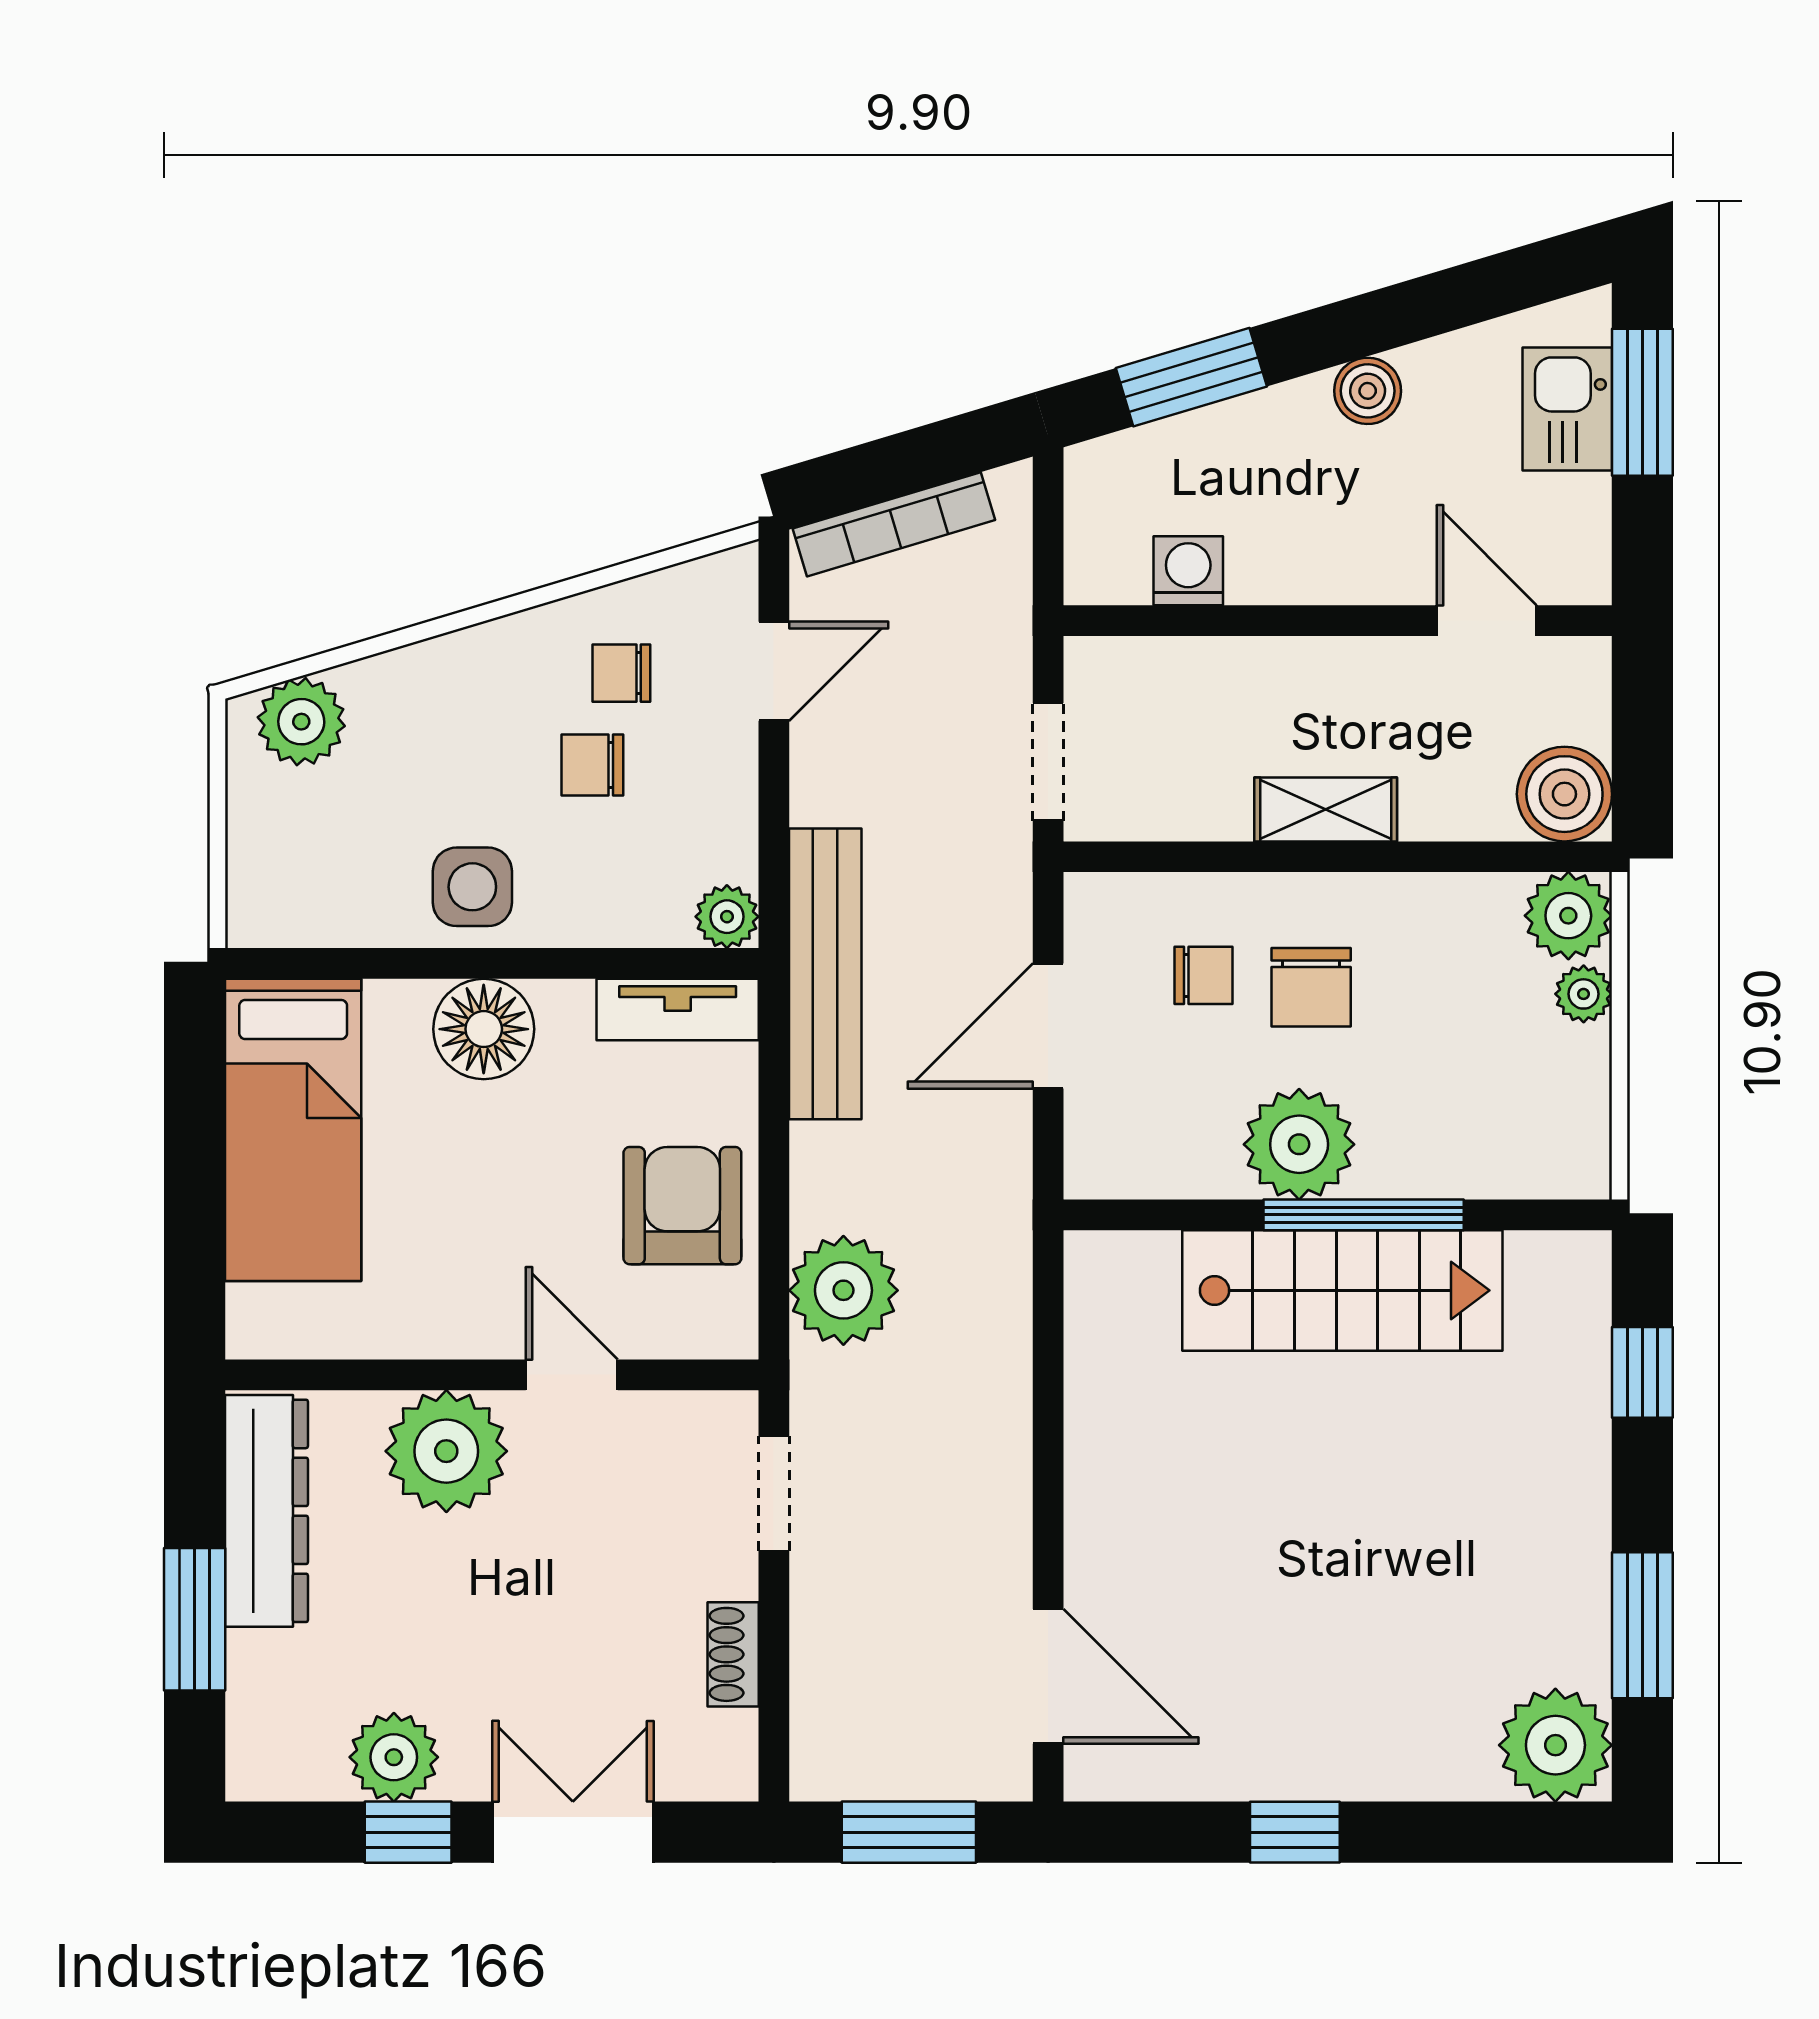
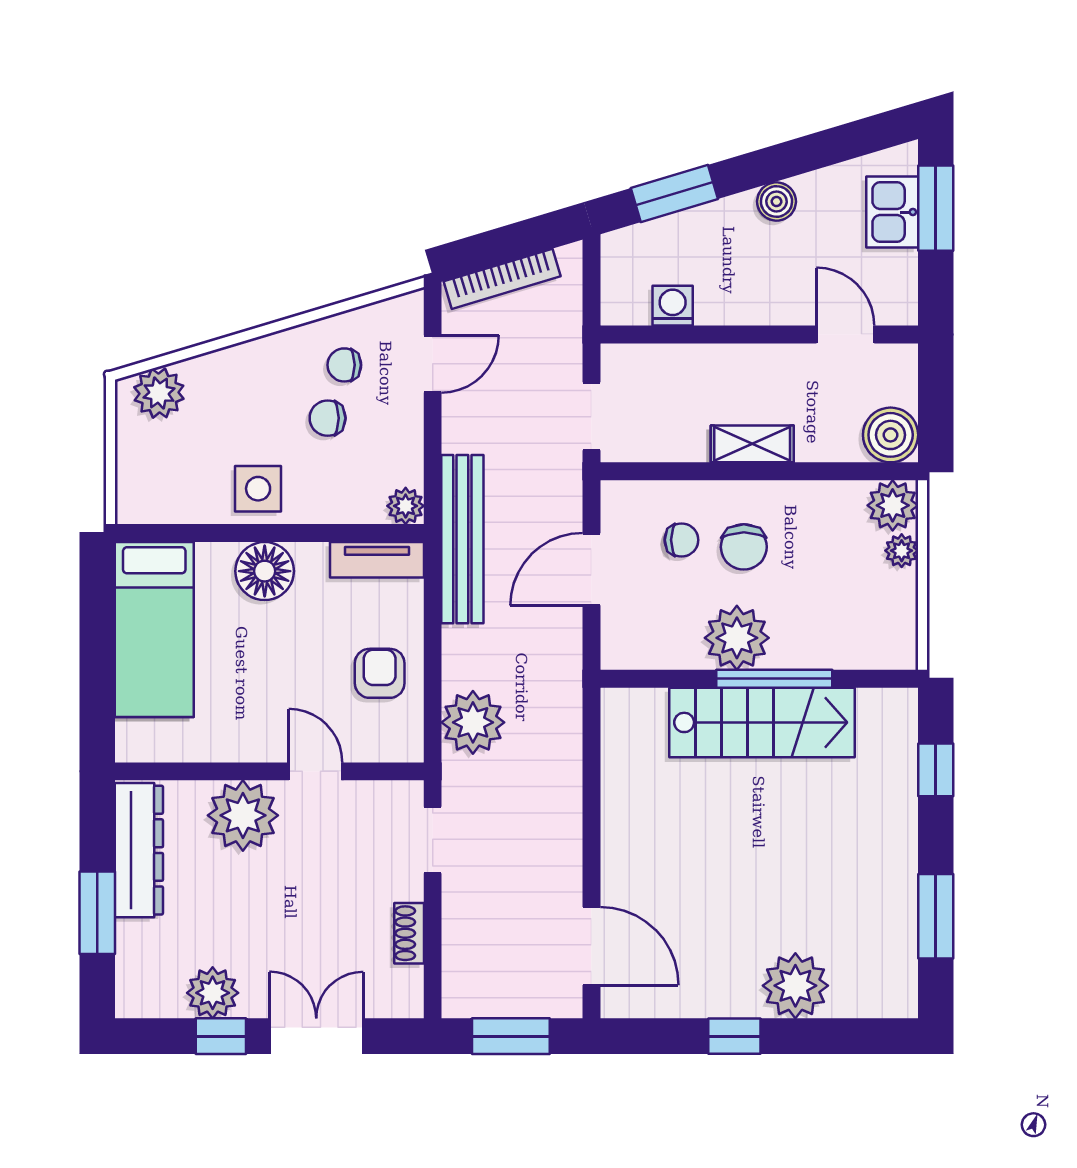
armchair: (682, 1206) -> (380, 673), width x0.72, depth x0.72
plant: (1555, 1745) -> (795, 986), moved

